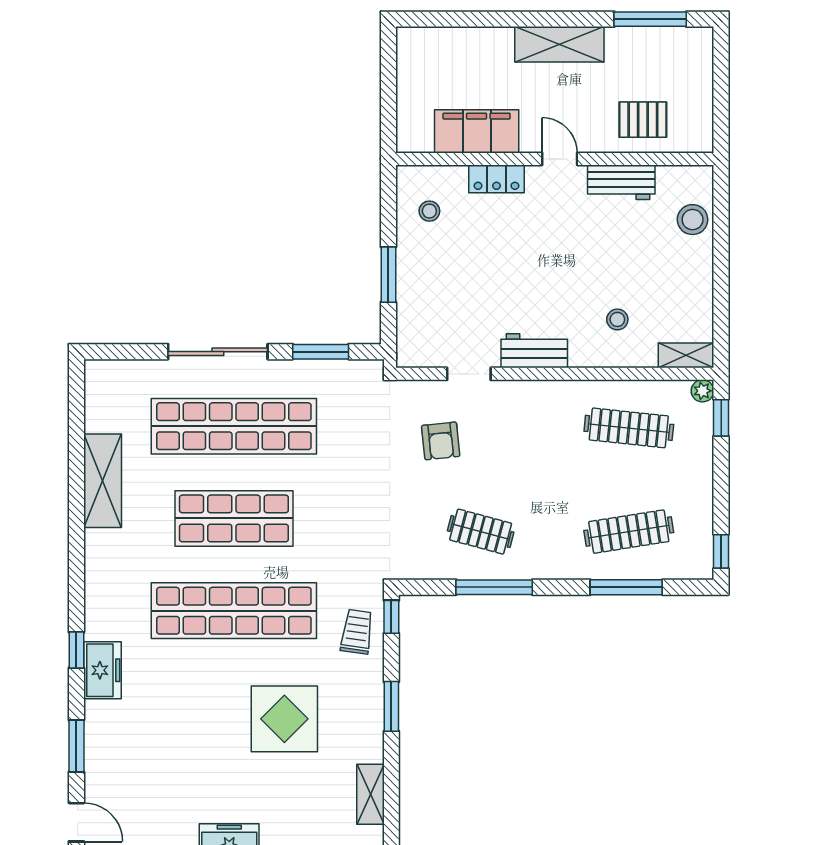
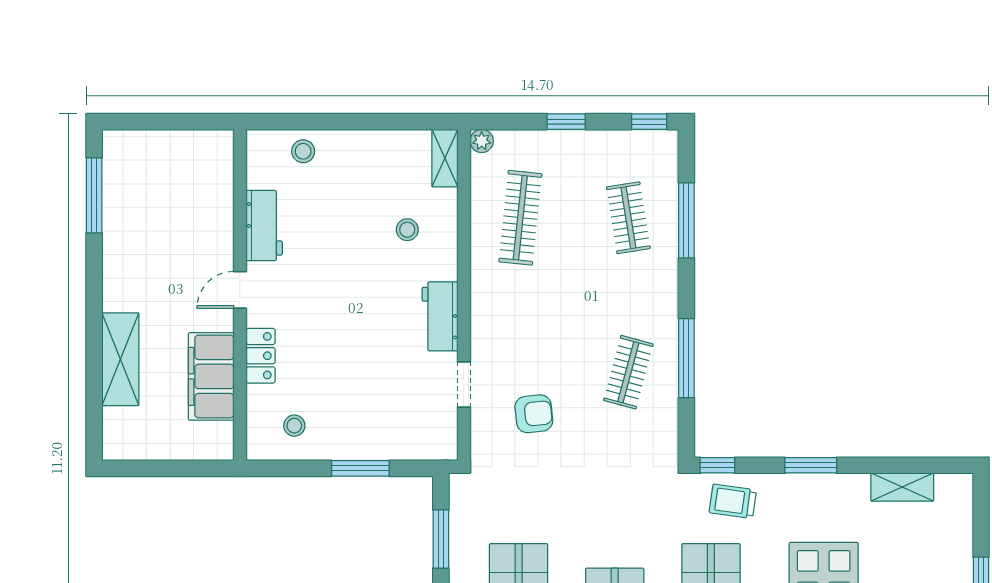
shelving: (559, 44) -> (120, 359), moved
pallet: (643, 120) -> (199, 203), removed
stool: (693, 220) -> (303, 151), width x0.73, depth x0.73
window: (721, 418) -> (566, 122), moved
clothes rail: (629, 532) -> (628, 218), width x0.73

